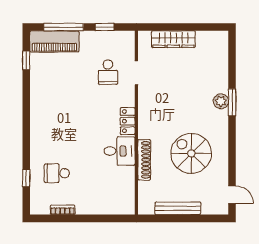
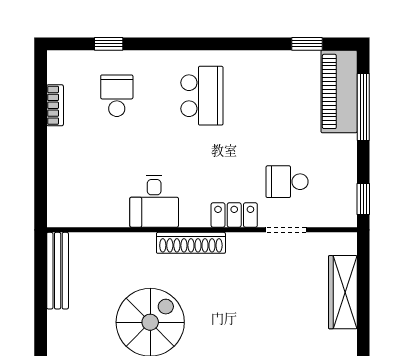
window: (105, 27) -> (363, 199), moved
locker: (128, 121) -> (234, 215), moved
school desk: (57, 123) -> (202, 96), added
shoe rack: (144, 160) -> (191, 243), moved
bench: (178, 208) -> (58, 271), moved

